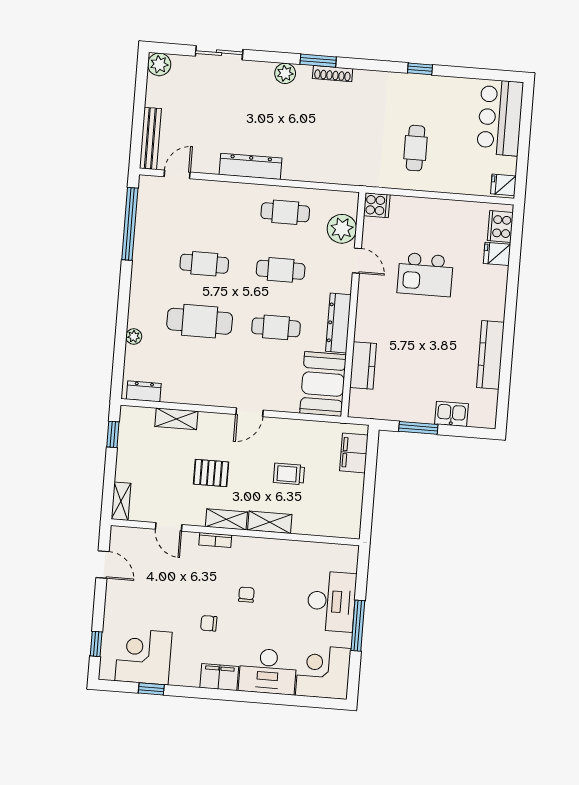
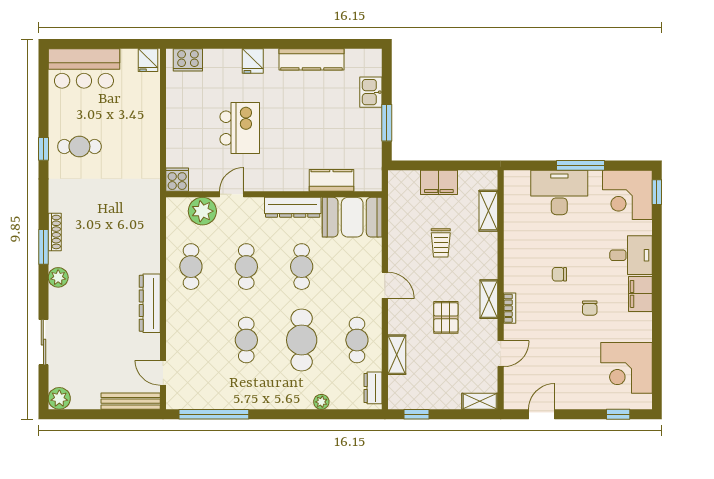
cafe table: (416, 148) -> (79, 146), moved
fridge: (497, 254) -> (253, 61), moved
cafe table: (195, 379) -> (357, 340), added
filing cabinet: (354, 453) -> (439, 182), moved
shelving: (270, 522) -> (488, 211), moved
desk: (268, 671) -> (631, 255), width x0.73
window: (151, 689) -> (657, 192), moved

